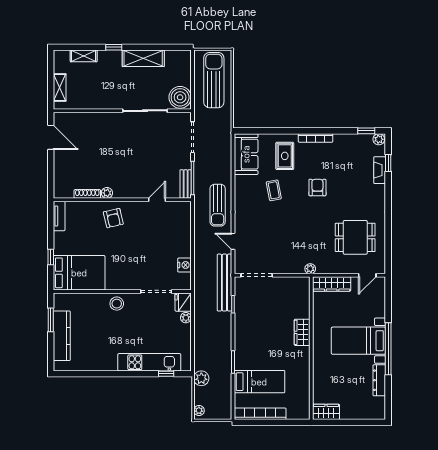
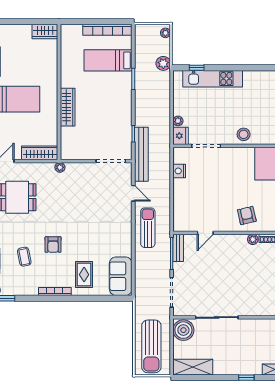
shelving: (143, 58) -> (193, 367), moved
coffee table: (274, 190) -> (24, 257), moved
wardrobe: (302, 332) -> (68, 107), width x1.50

